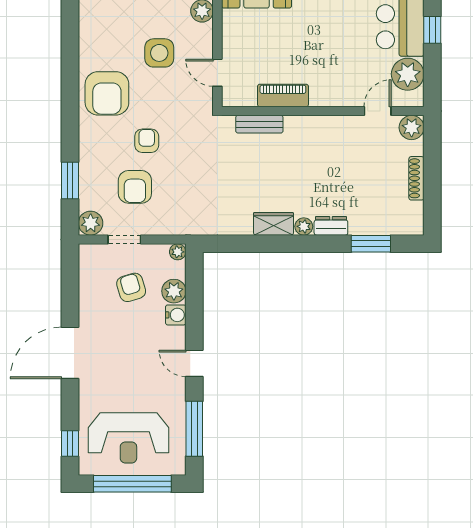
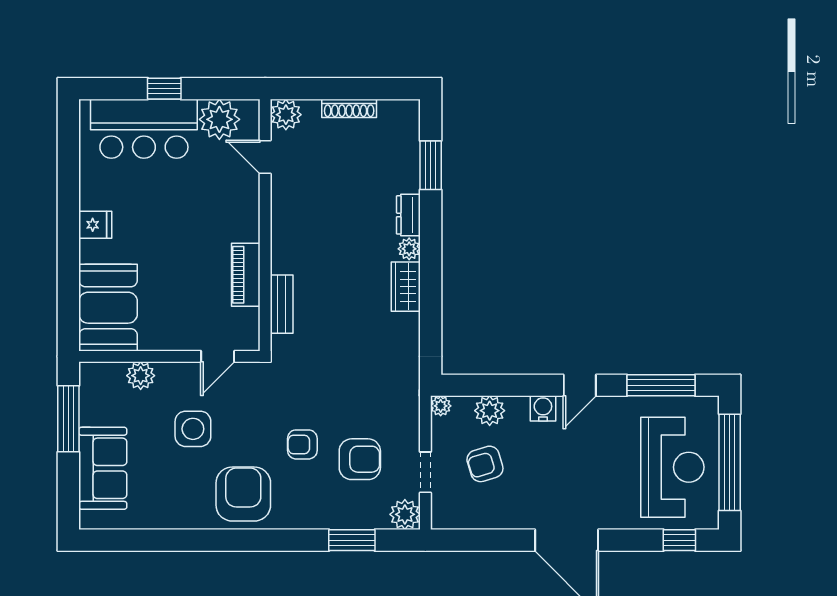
armchair: (107, 93) -> (243, 494), turned -90
water cooler: (176, 315) -> (543, 408), moved

